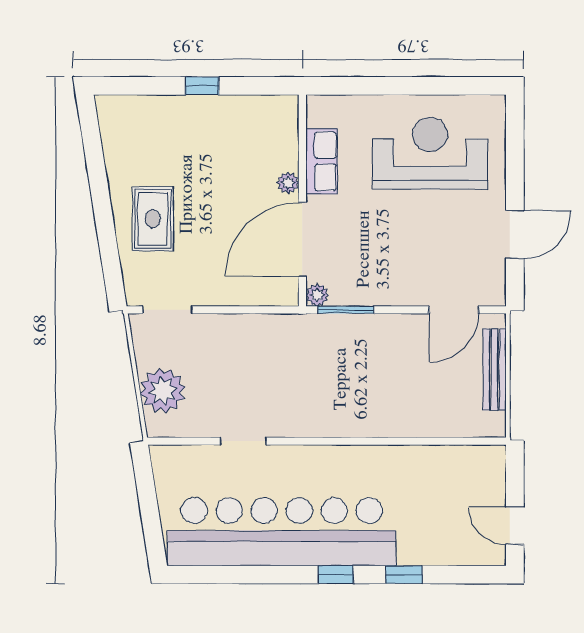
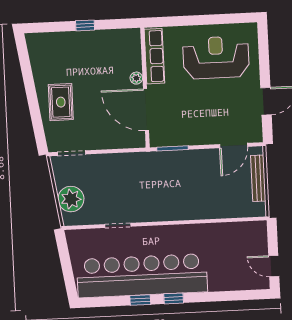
row of seats: (322, 161) -> (154, 56), width x1.48
door: (302, 239) -> (146, 110), hinge flipped
plant: (317, 295) -> (156, 141), removed
window: (404, 575) -> (140, 300), moved

